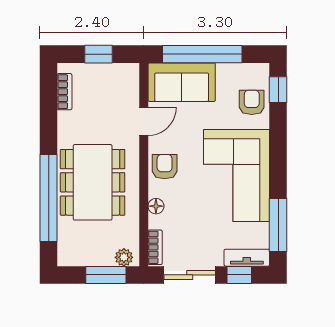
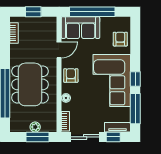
window: (278, 90) -> (135, 79), moved
plant: (124, 257) -> (35, 127), moved

